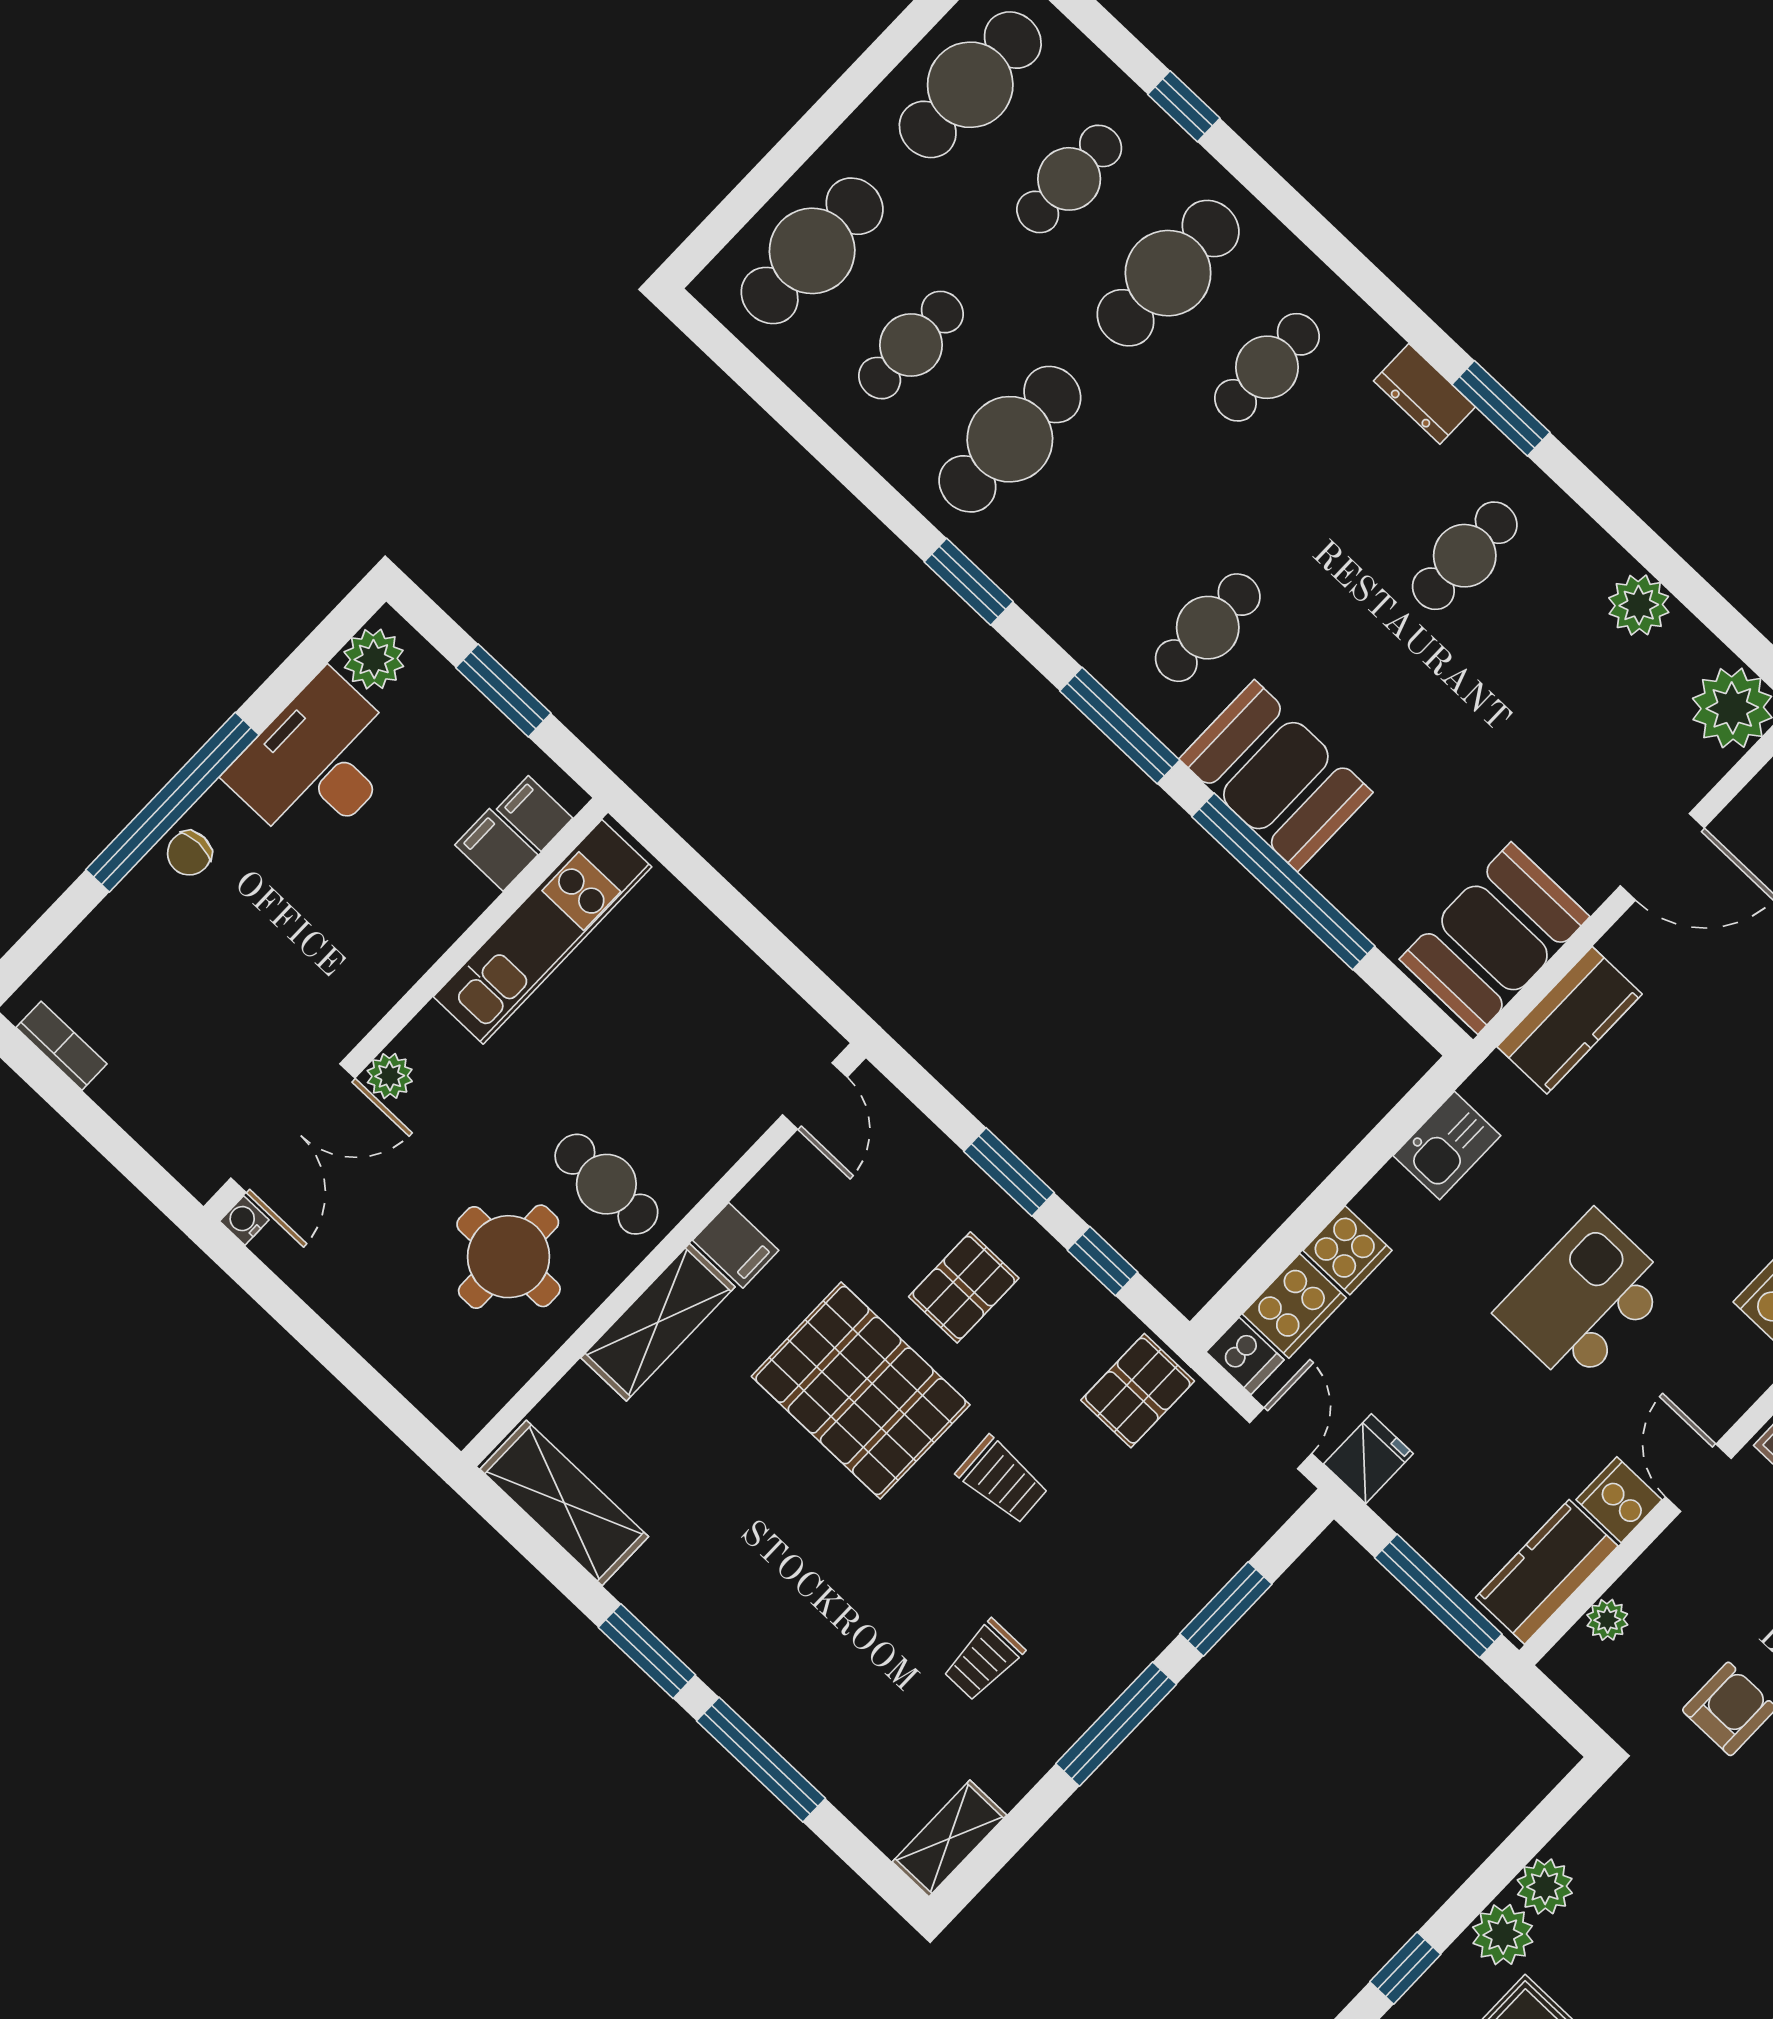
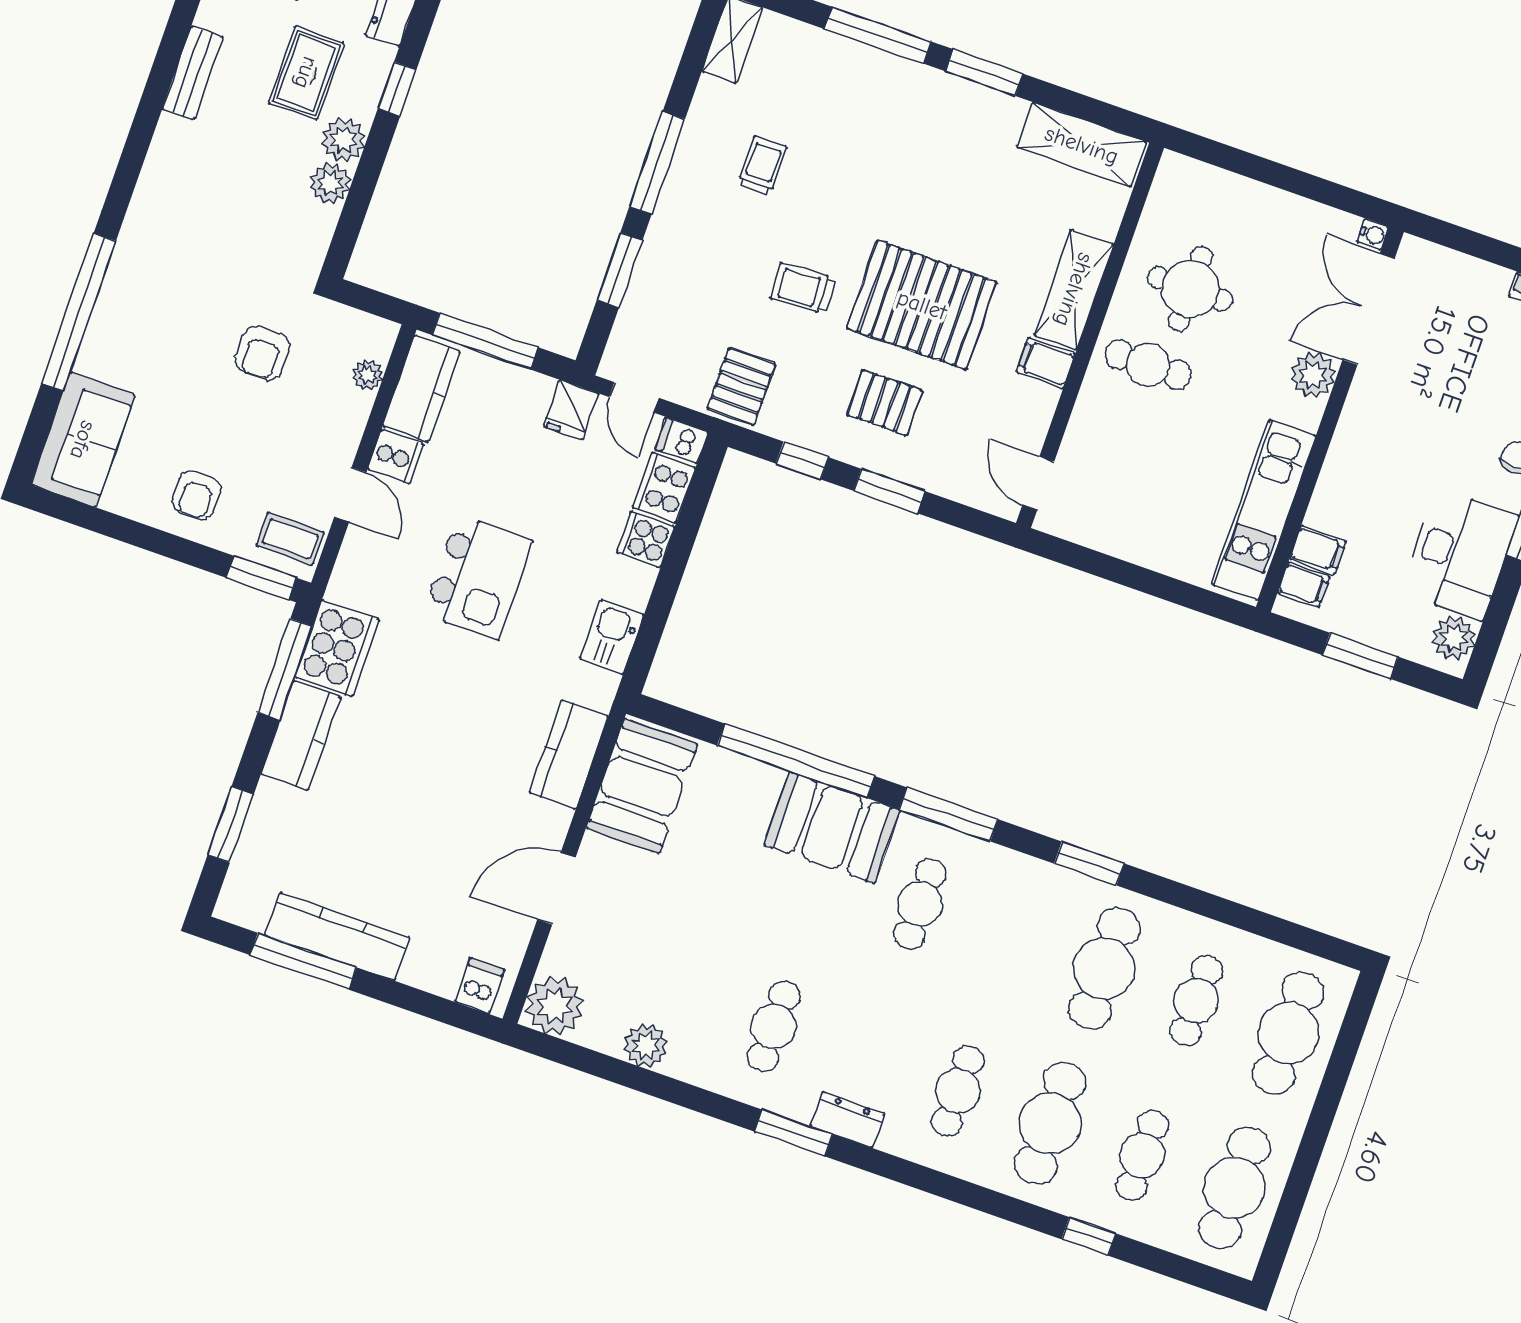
plant: (390, 1076) -> (1313, 375), width x1.38, depth x1.38
pallet: (964, 1287) -> (885, 402), turned 90

